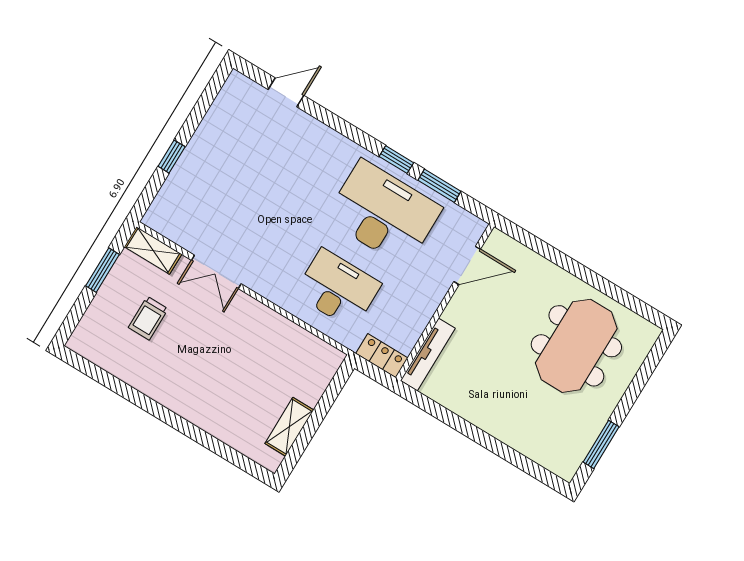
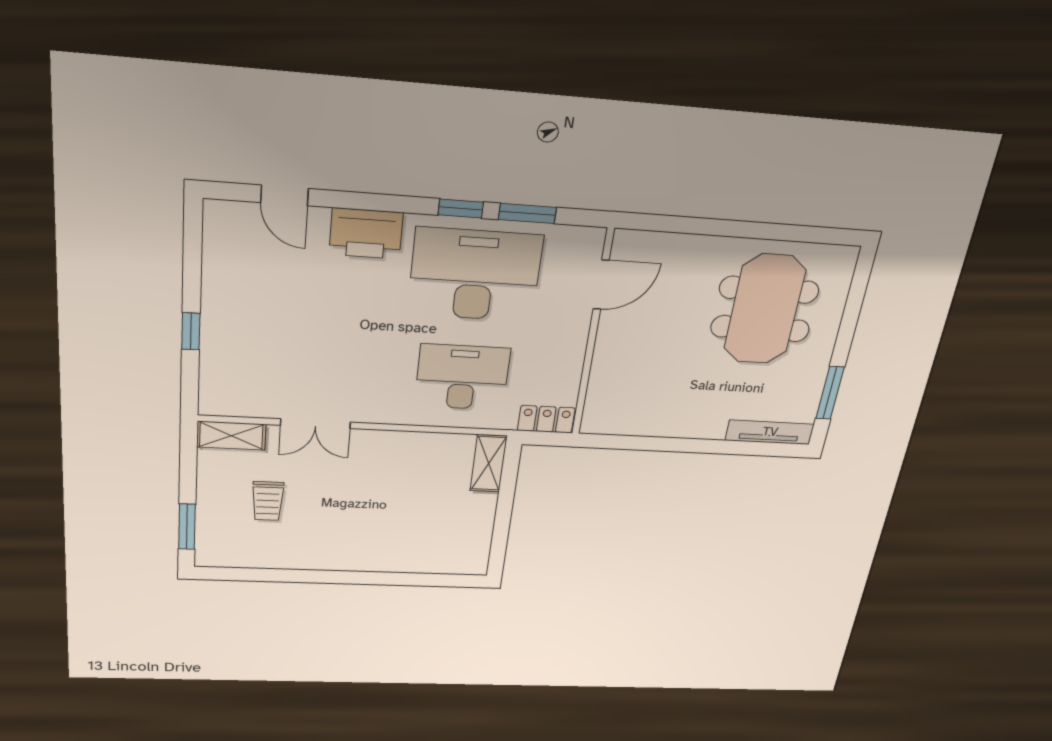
door: (286, 92) -> (284, 195), swing flipped
printer: (325, 146) -> (366, 234), added
window: (102, 270) -> (187, 527), moved
tv unit: (428, 354) -> (770, 432), moved, turned -90
shelving: (289, 427) -> (489, 463), moved

